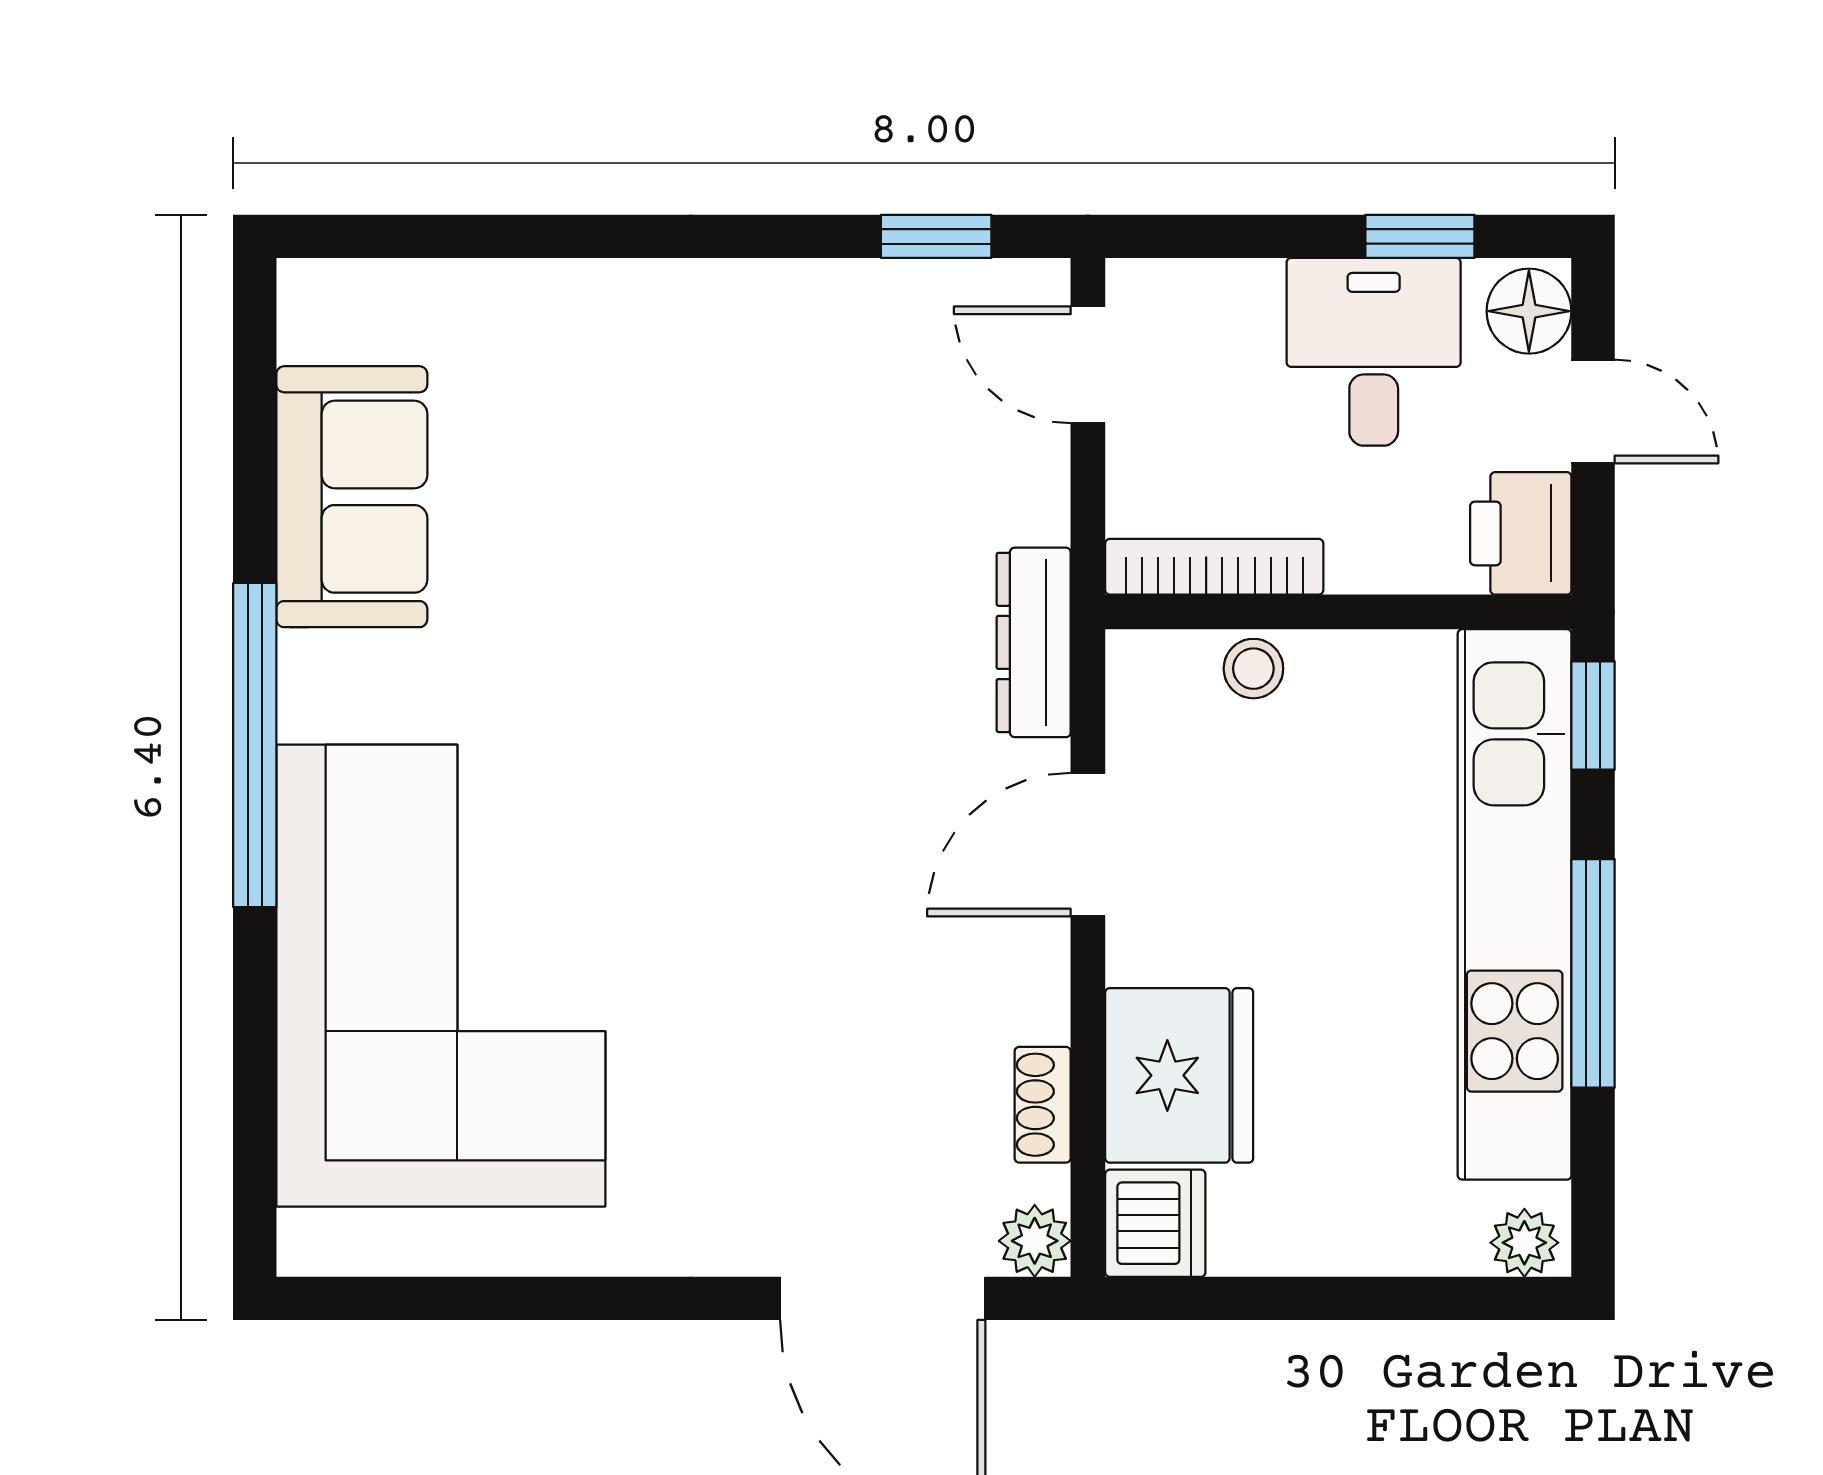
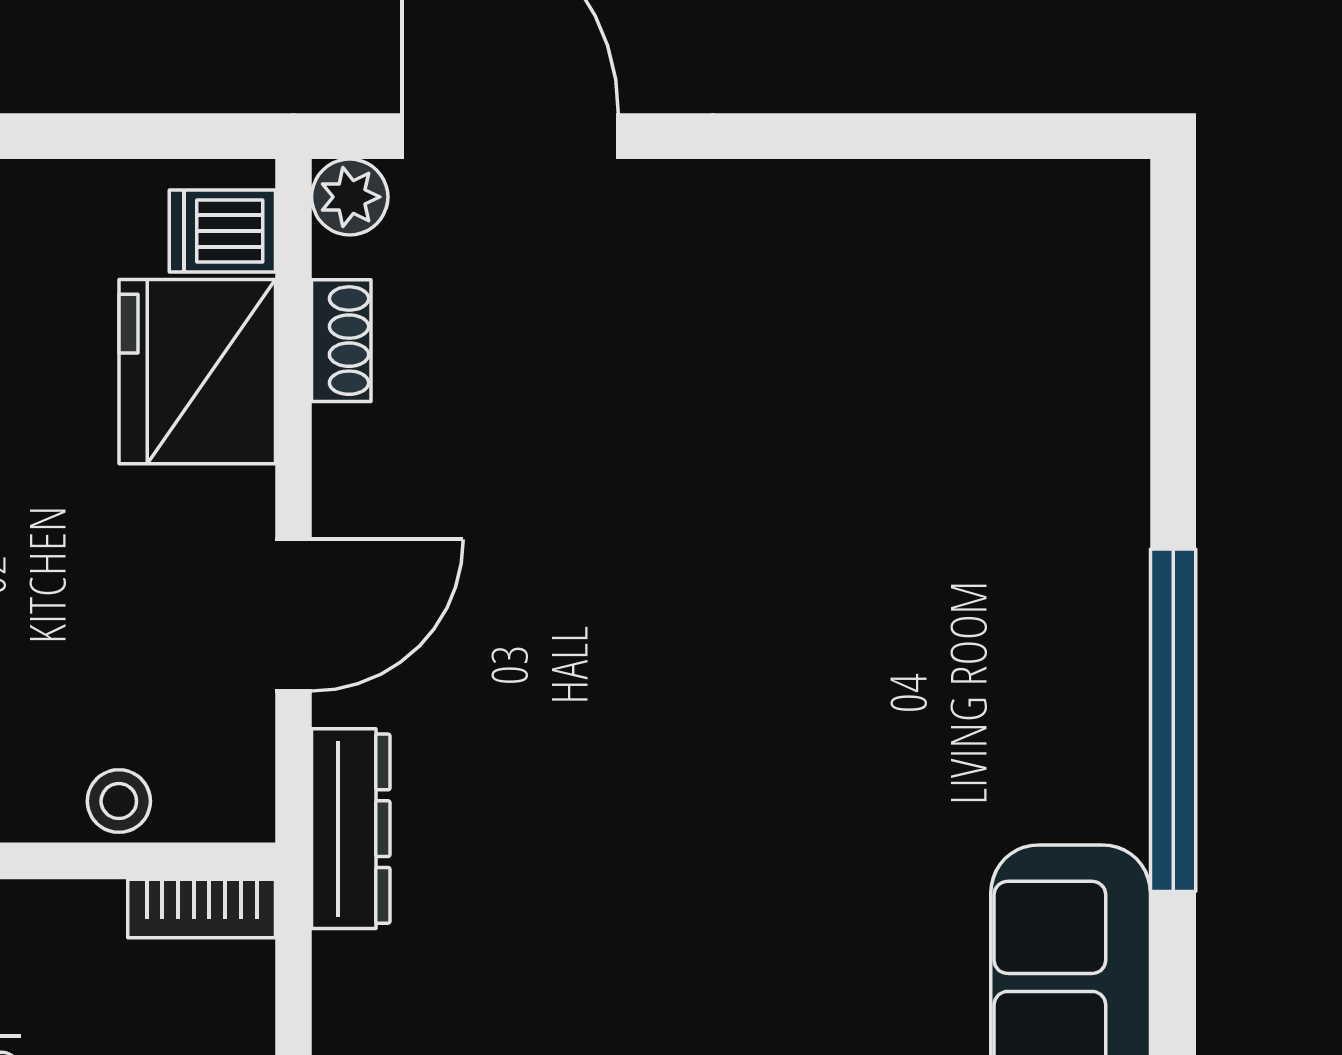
bookcase: (1214, 567) -> (202, 908), width x0.64
corner sofa: (441, 976) -> (977, 477), removed
dishwasher: (1155, 1223) -> (222, 231), width x0.73

